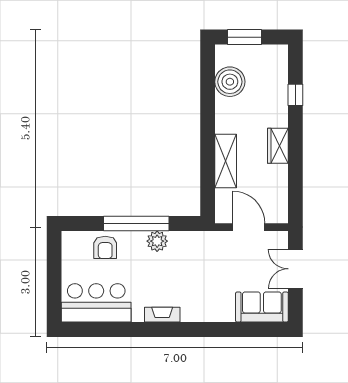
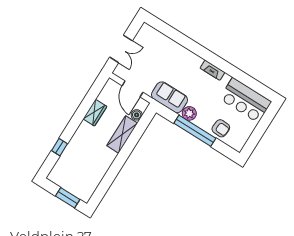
boiler: (230, 82) -> (137, 115), moved, width x0.54, depth x0.54
wardrobe: (278, 146) -> (95, 113), moved
armchair: (105, 247) -> (221, 128), turned 94
sofa: (262, 307) -> (169, 97), moved, turned 180

